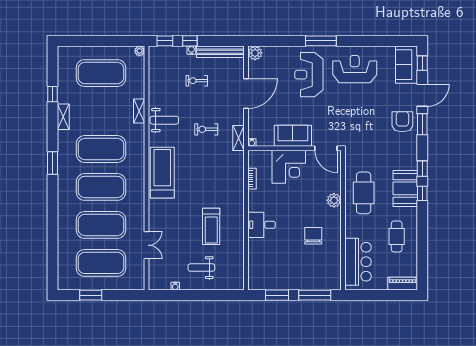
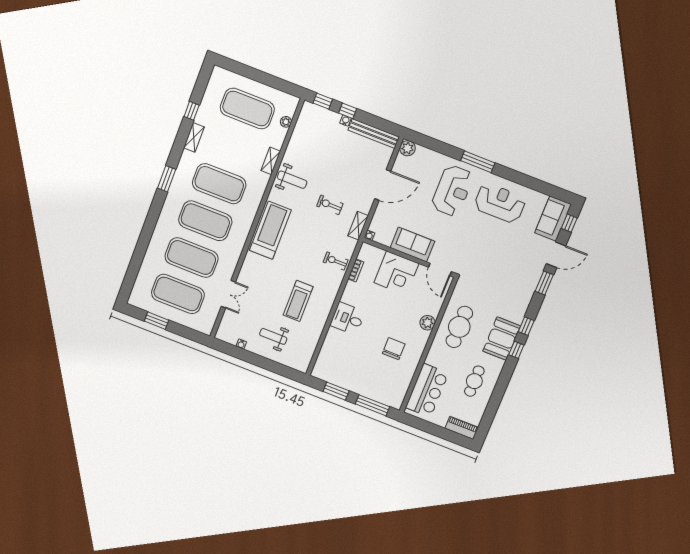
plant: (139, 51) -> (286, 122), moved
reception desk: (309, 75) -> (452, 191), turned 180
exercise bike: (197, 81) -> (336, 261), moved
armchair: (402, 122) -> (526, 273), removed

